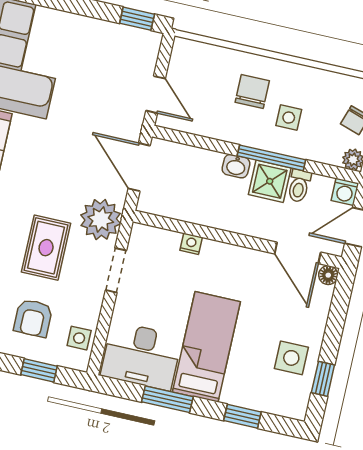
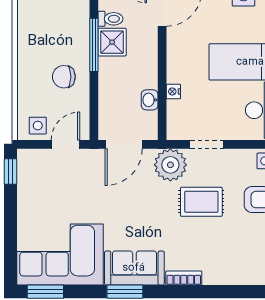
chair: (252, 91) -> (64, 77), moved
side table: (289, 118) -> (38, 126), moved
washbasin: (236, 166) -> (150, 100), moved, turned 180

